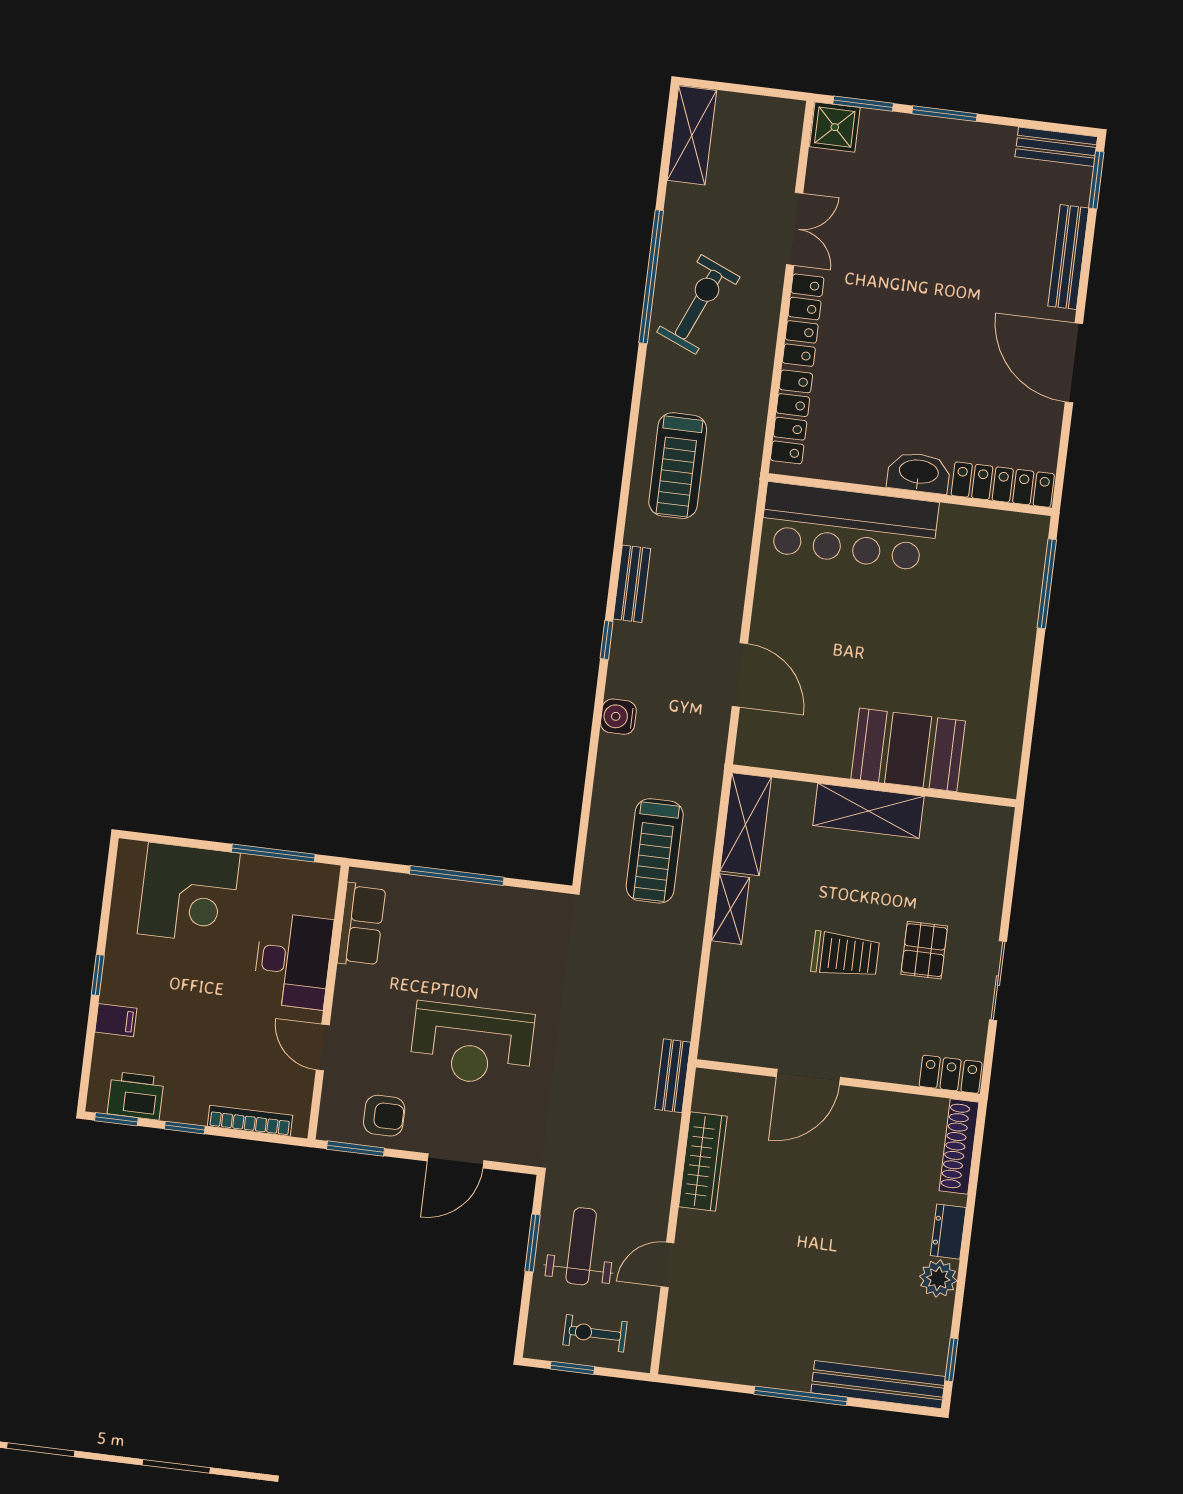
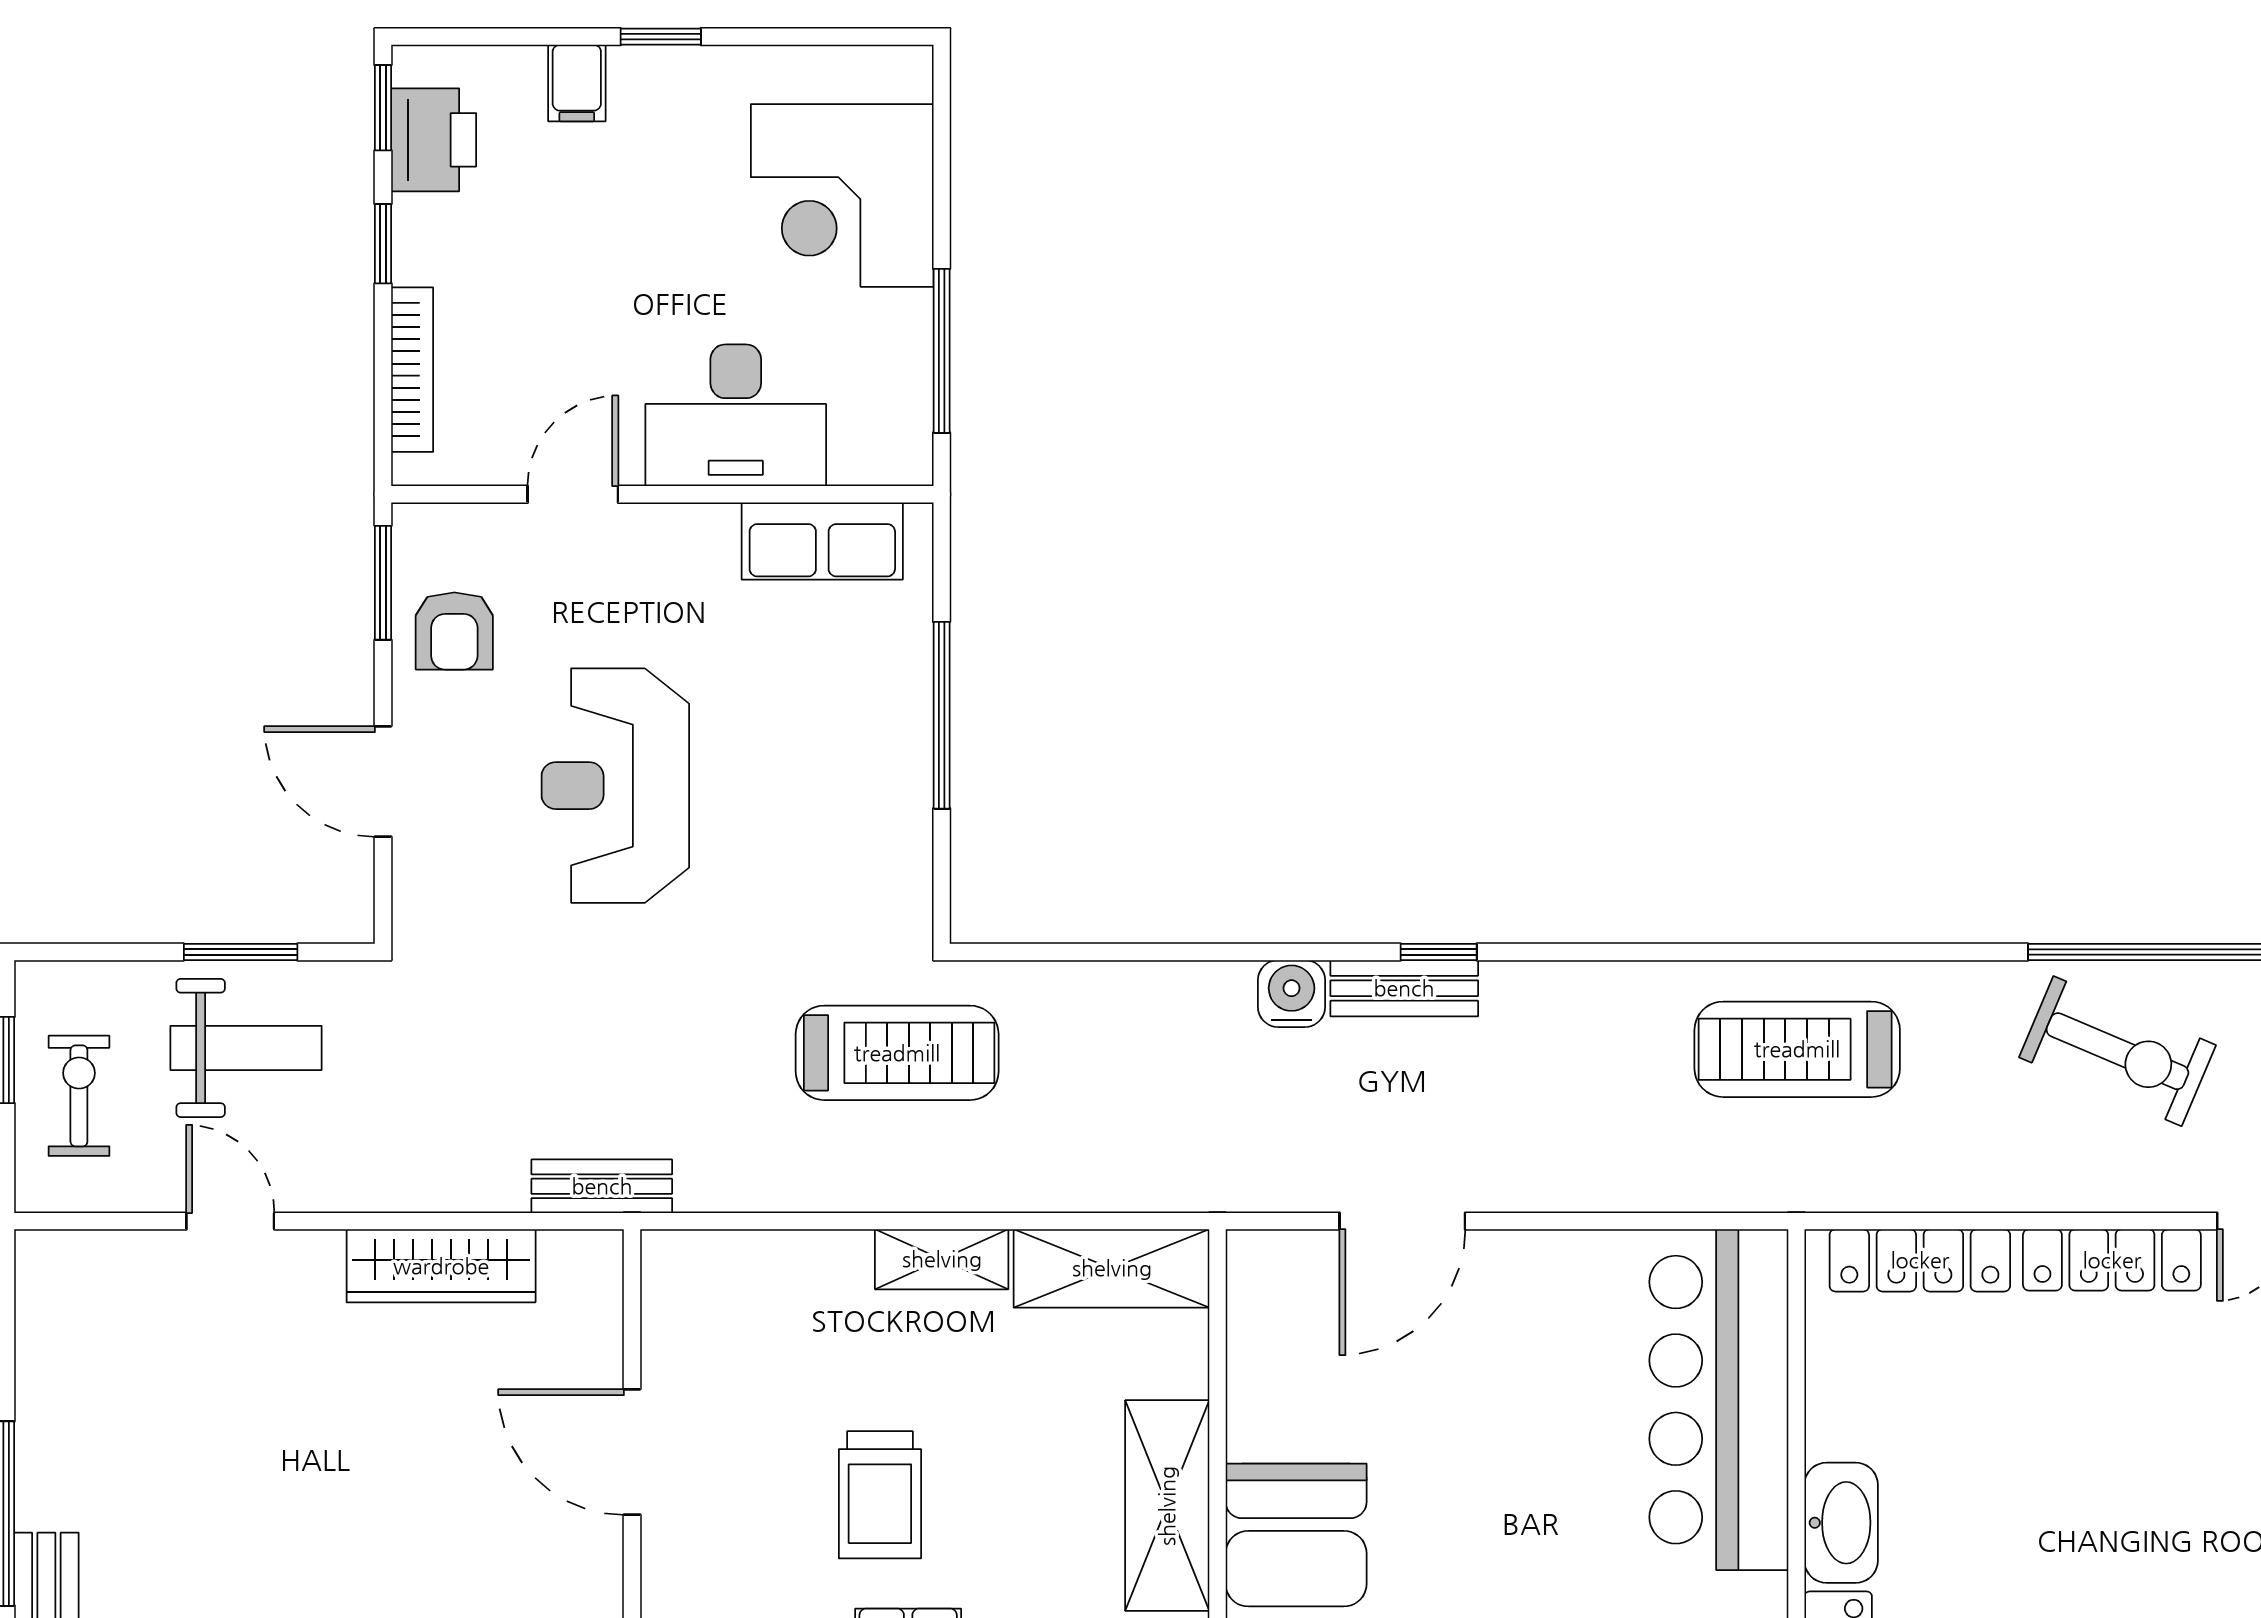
bench: (632, 584) -> (1404, 988), moved
treadmill: (655, 851) -> (897, 1053), moved, turned 180

